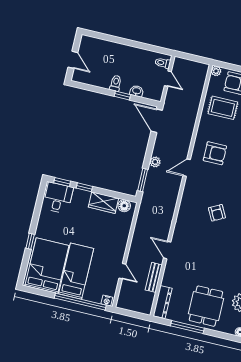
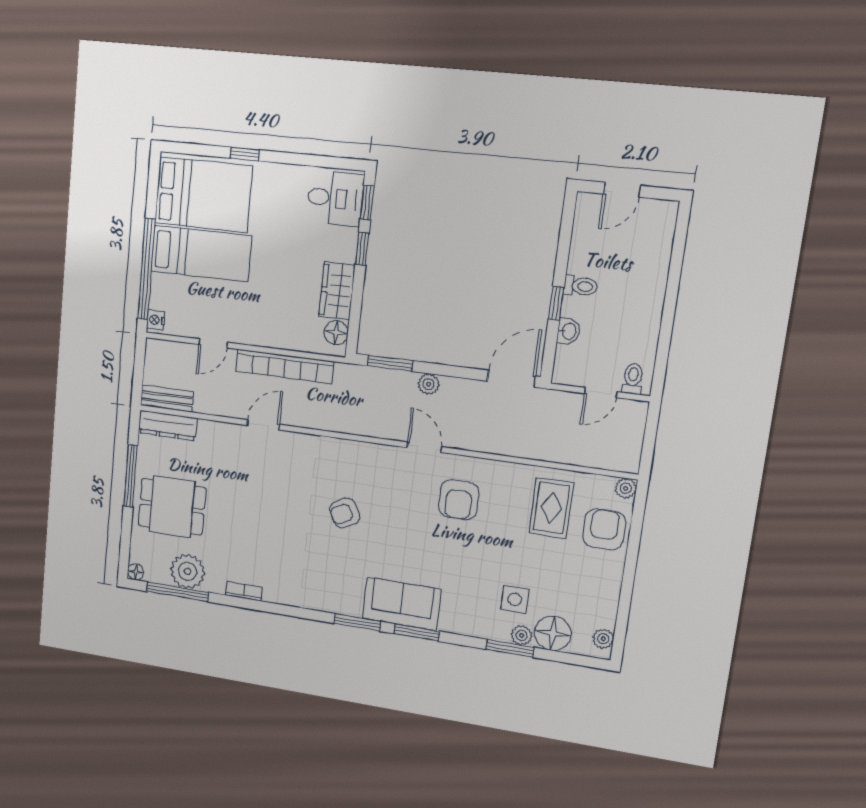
bookcase: (138, 235) -> (285, 366), added
bench: (154, 277) -> (167, 399), moved

